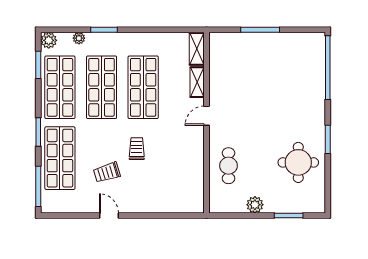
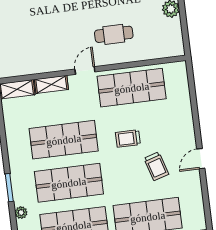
door: (207, 116) -> (85, 70), swing flipped
shop shelf: (185, 158) -> (132, 88), added
cafe table: (228, 166) -> (114, 34), moved

